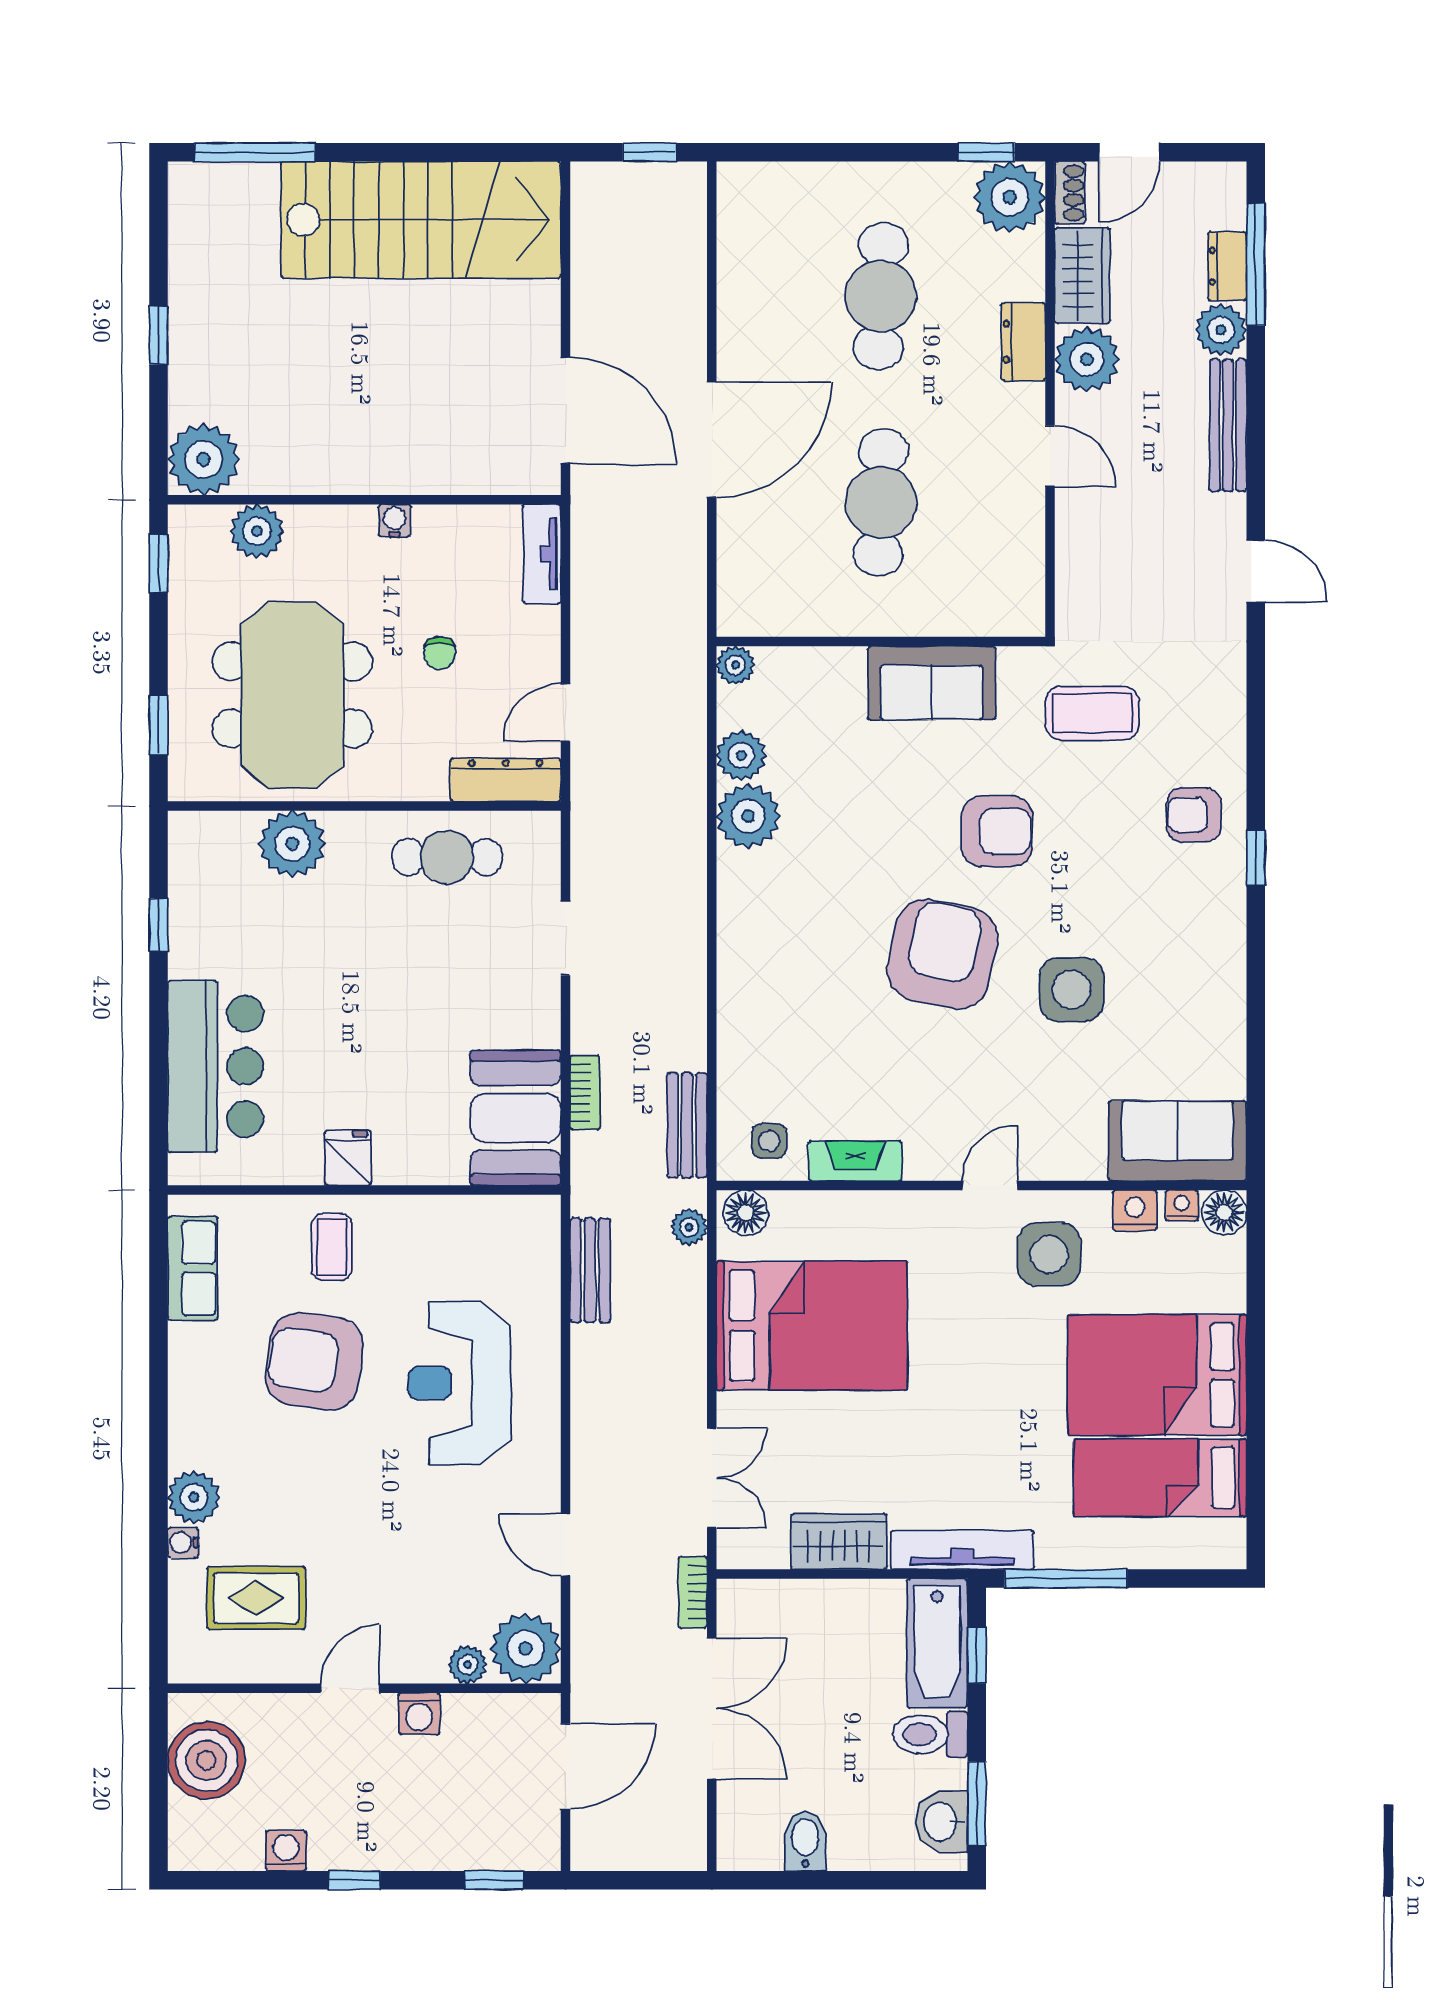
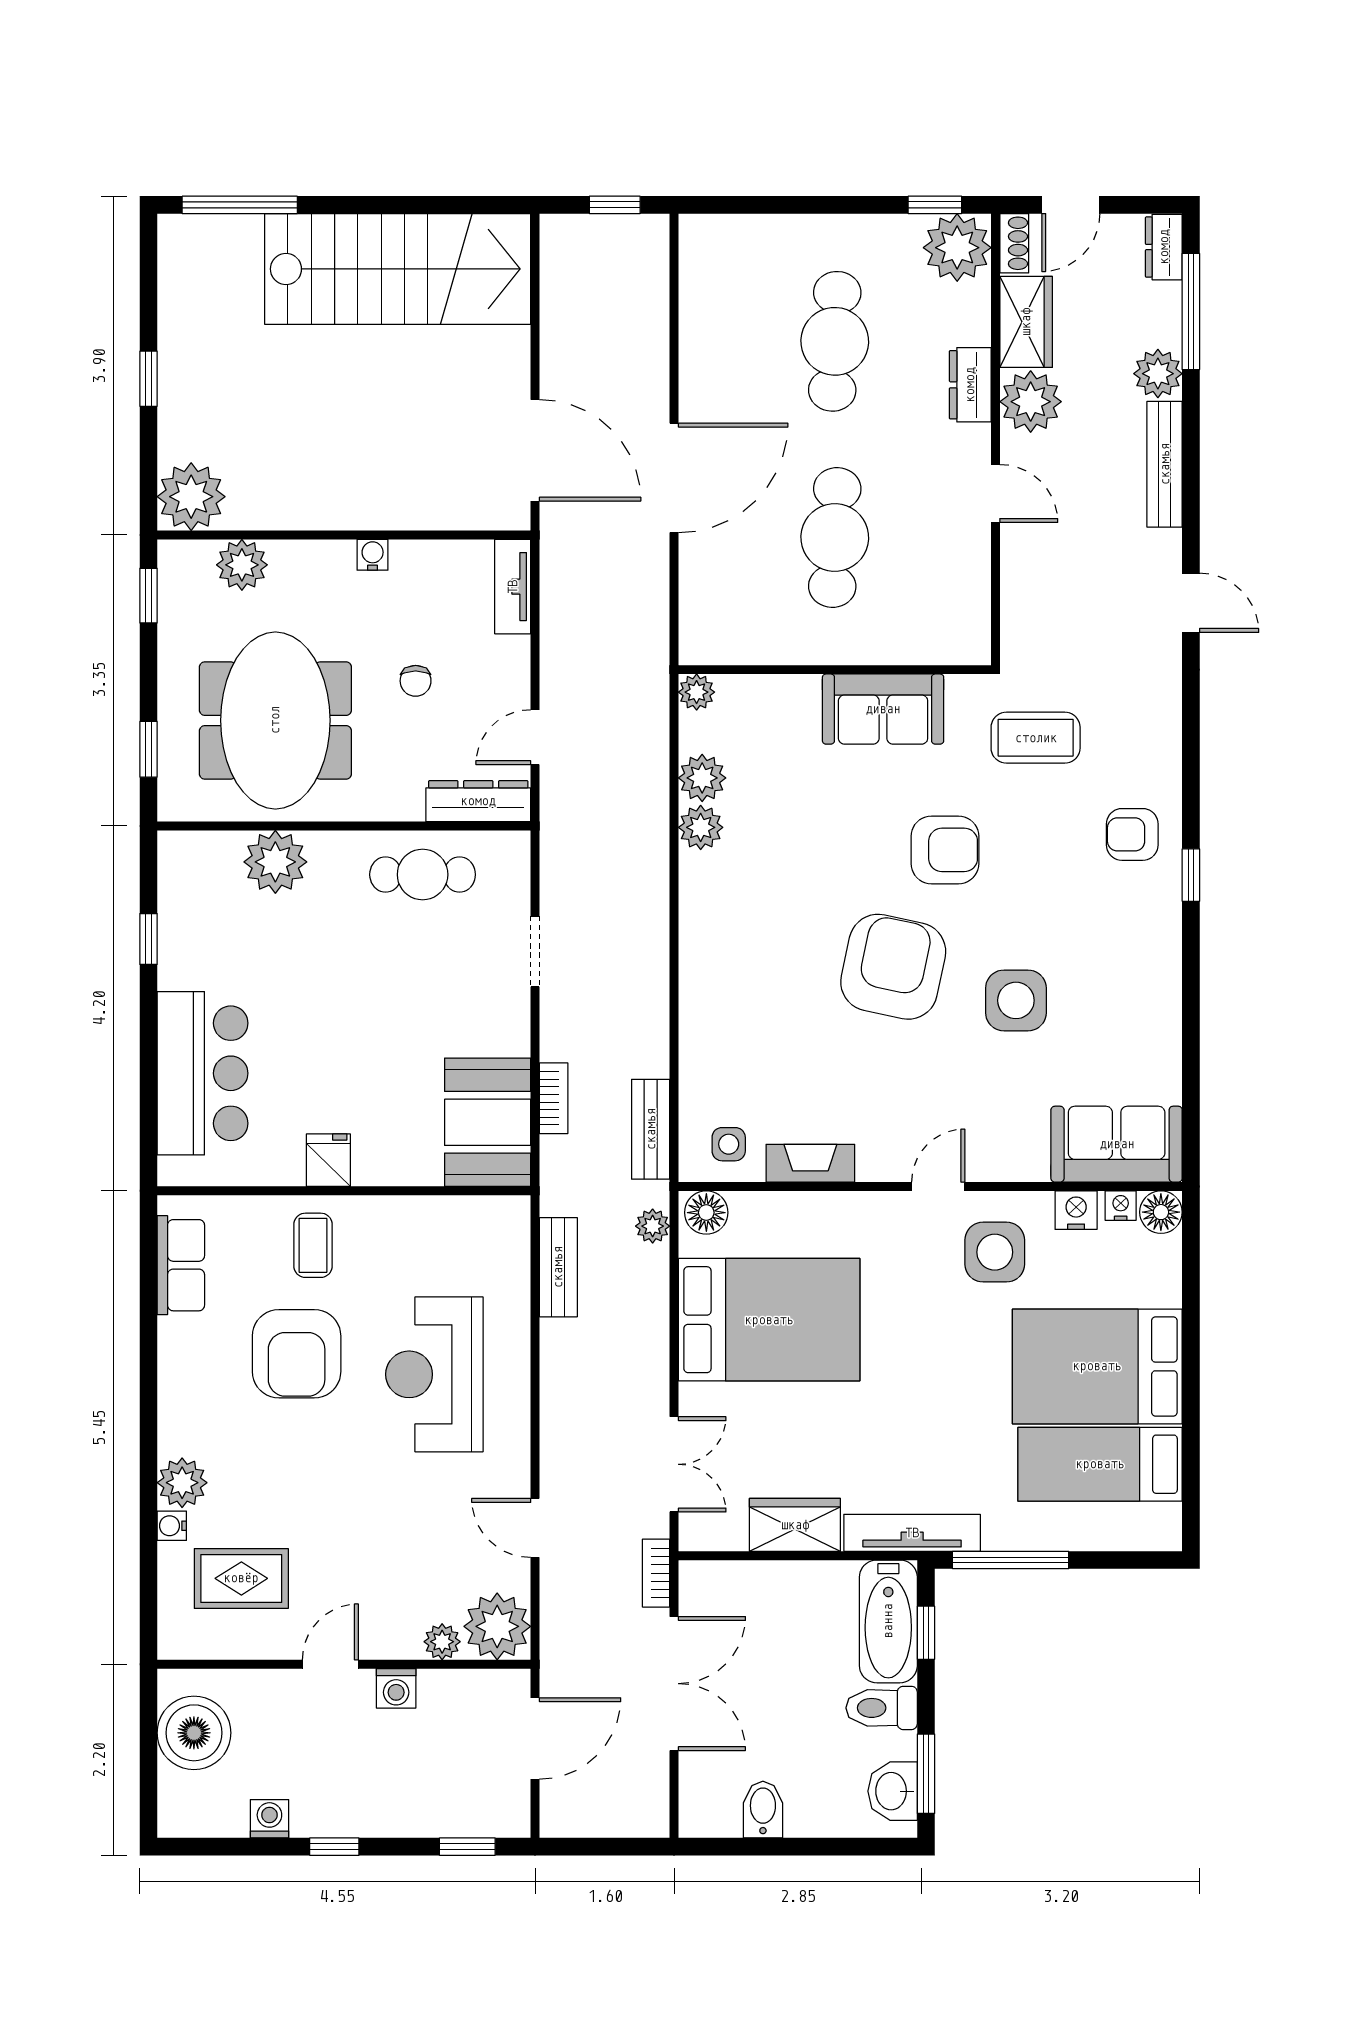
dresser: (1227, 266) -> (1164, 247), moved
plant: (748, 816) -> (701, 827), width x0.73, depth x0.73
armchair: (314, 1361) -> (297, 1354), turned -98

